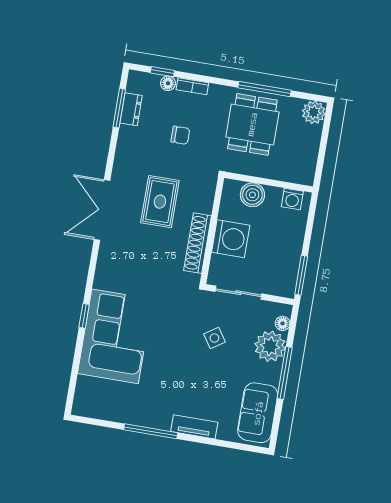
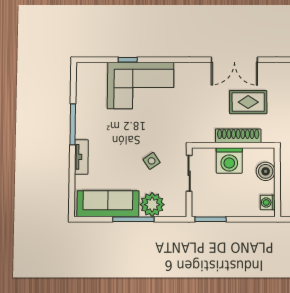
double door: (102, 210) -> (234, 60), swing flipped
shoe rack: (198, 243) -> (238, 136), moved
window: (84, 316) -> (128, 60), moved
floor lamp: (283, 323) -> (171, 211), removed
sofa: (258, 413) -> (108, 204), width x1.36

